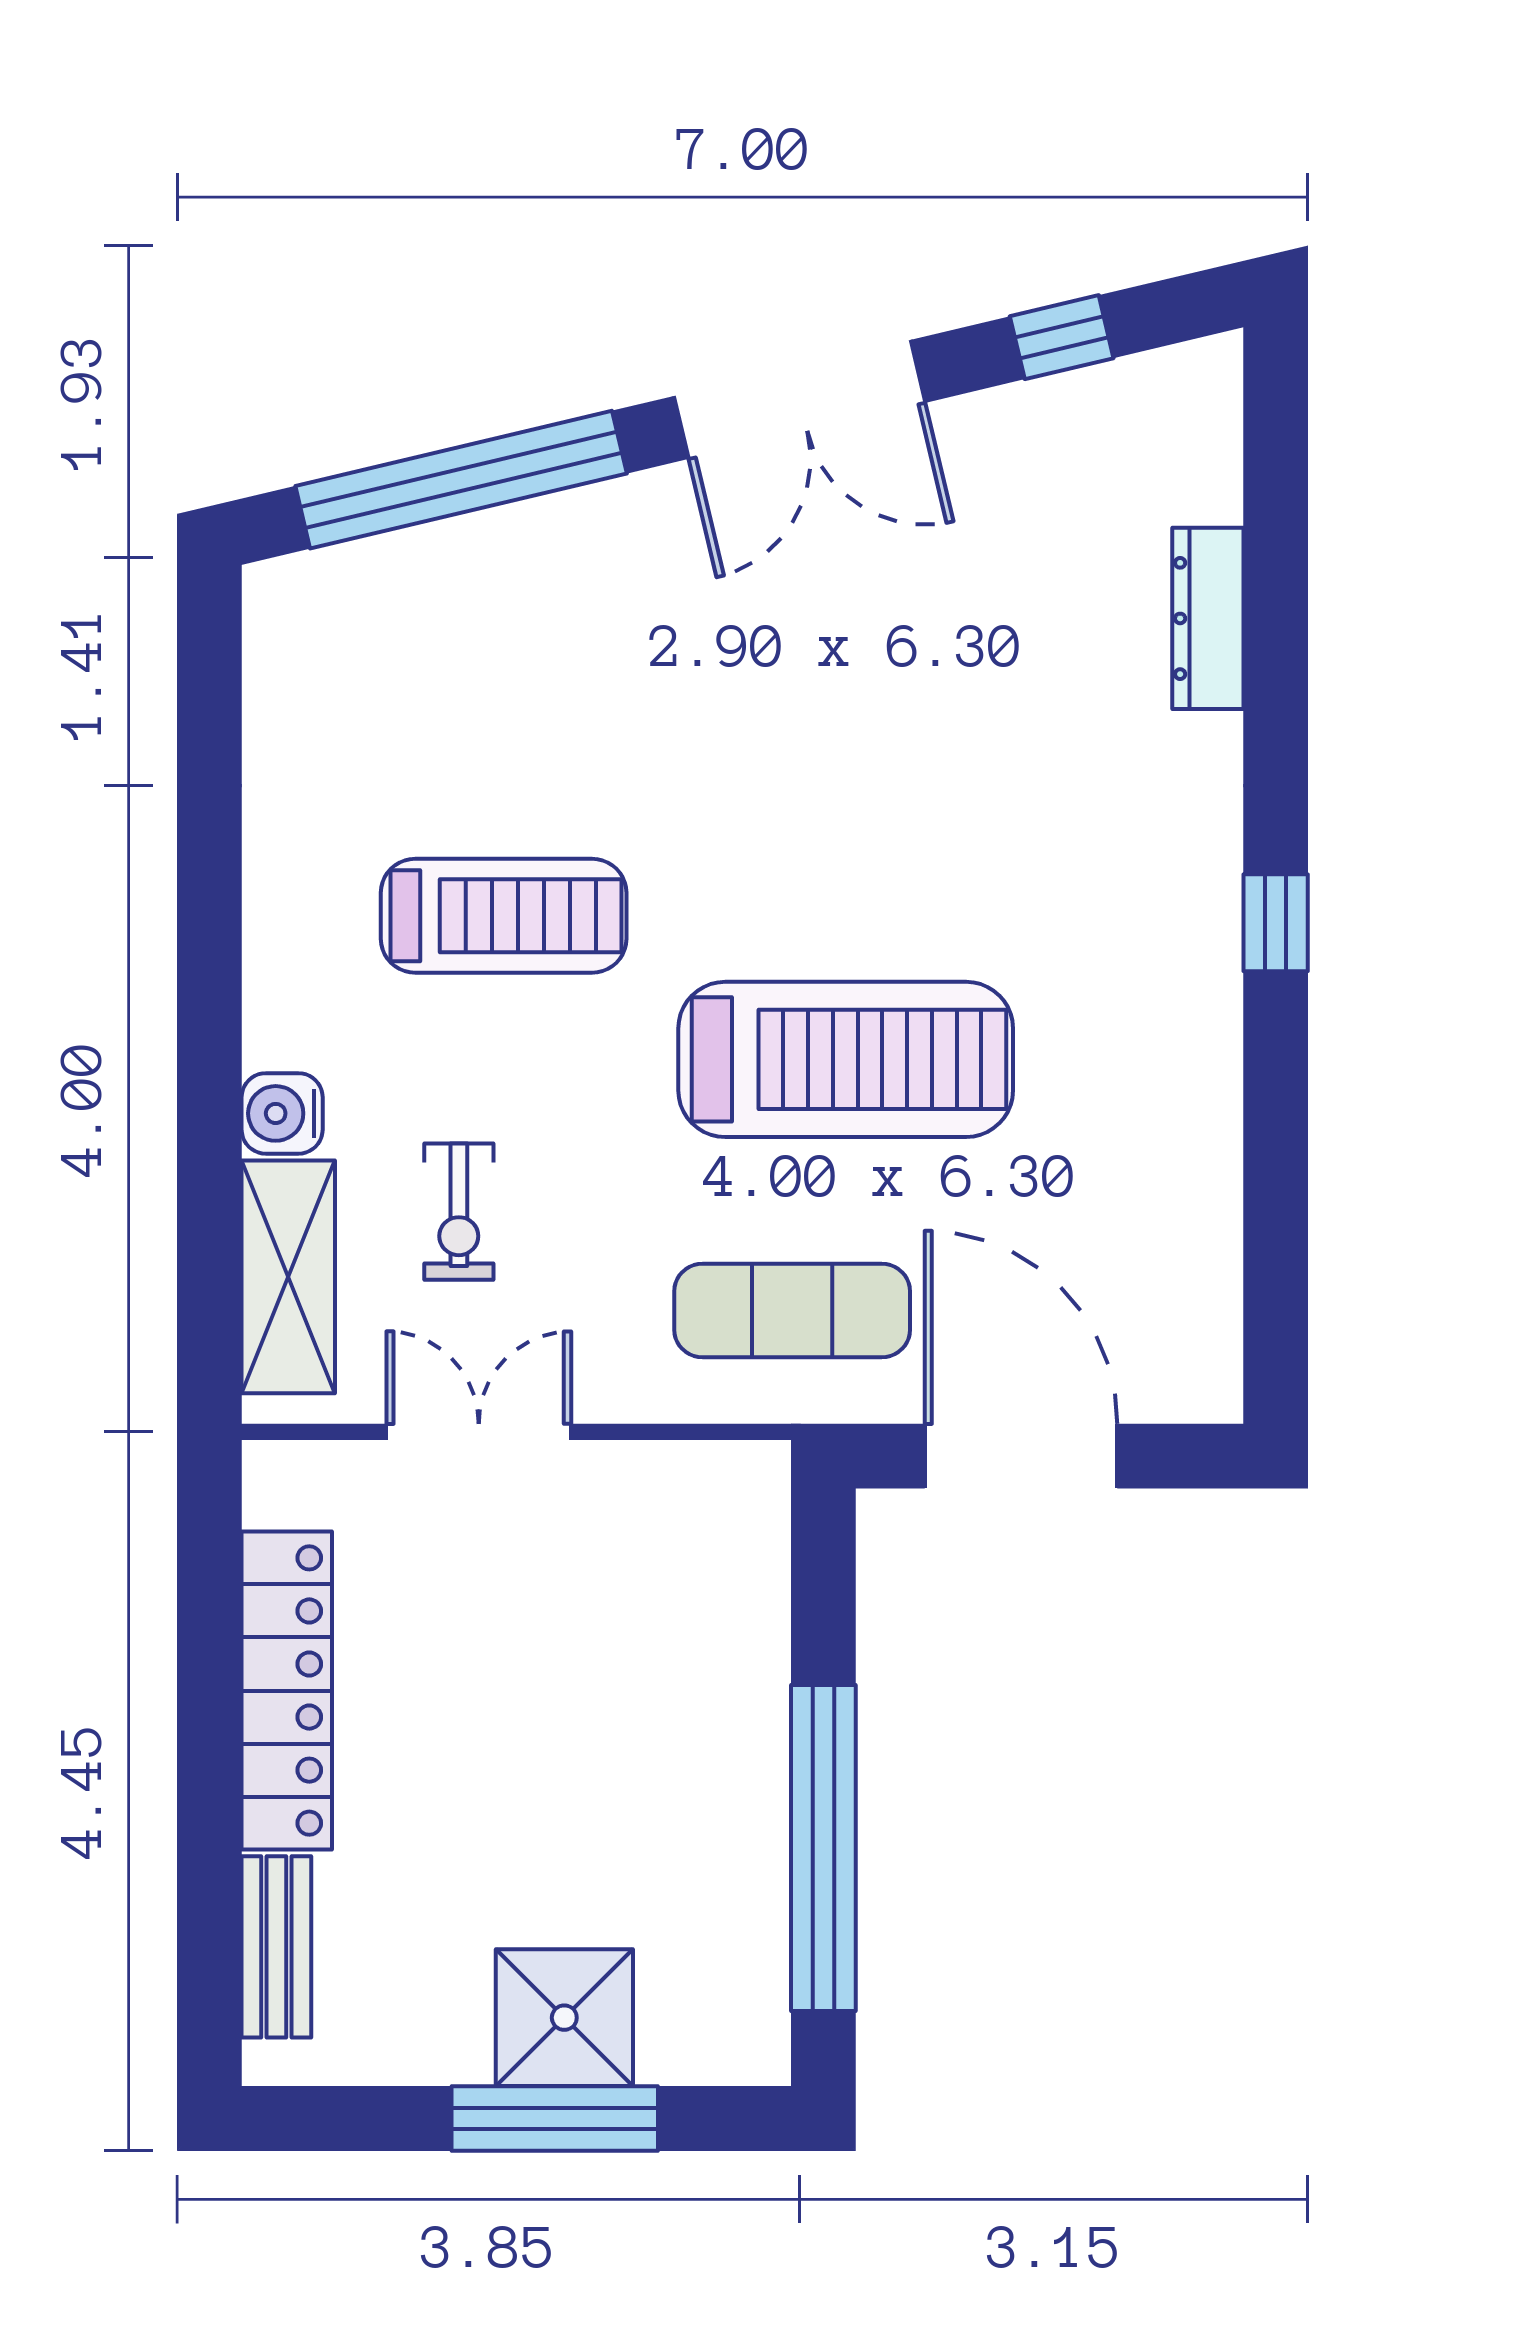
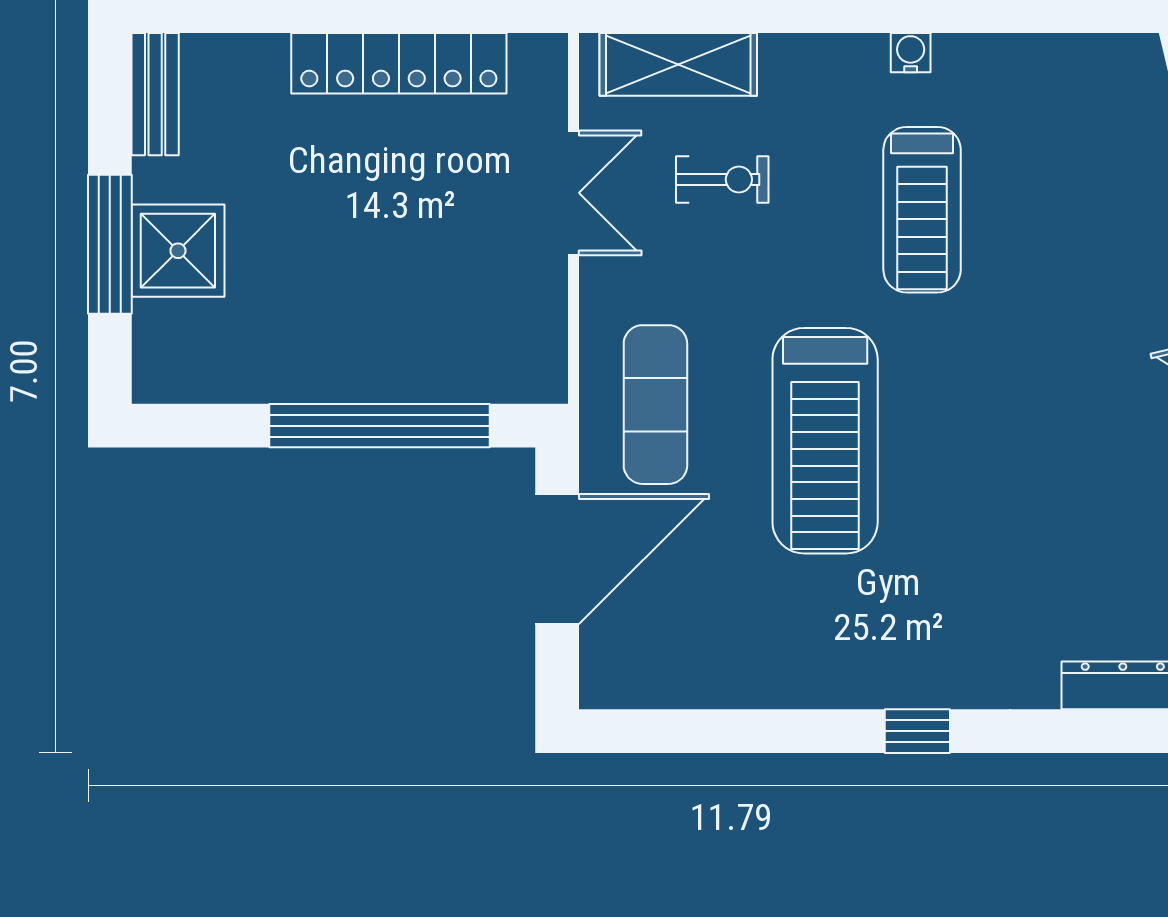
water cooler: (282, 1113) -> (911, 53), moved, width x0.72, depth x0.72
exercise bike: (459, 1212) -> (722, 179), turned 180
window: (823, 1848) -> (380, 426), moved
bench: (276, 1947) -> (155, 94), moved, turned 90

